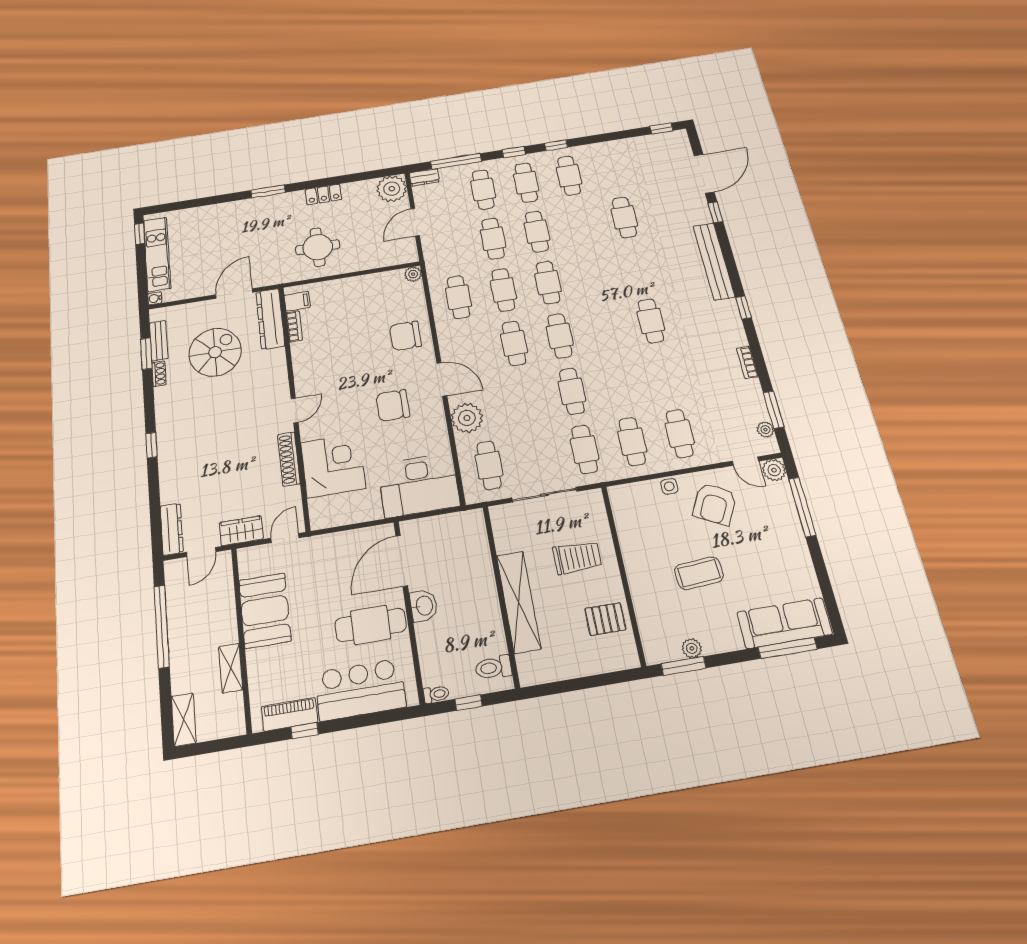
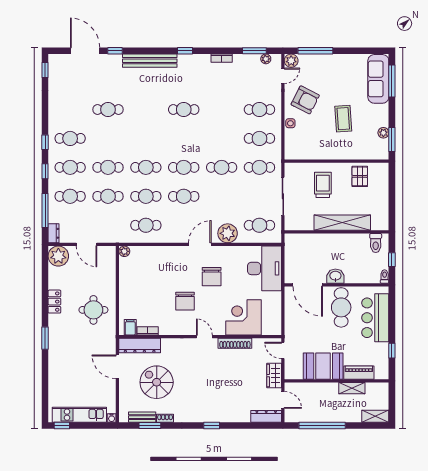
chair: (406, 336) -> (185, 301), moved
piano: (289, 714) -> (359, 373), moved, turned 90

